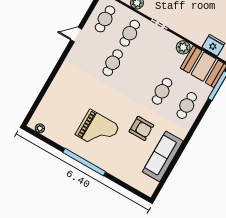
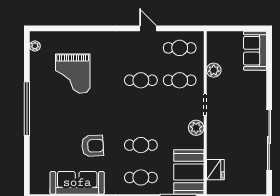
plant: (183, 47) -> (196, 128), moved
armchair: (141, 128) -> (93, 146), turned -93
grand piano: (97, 130) -> (73, 74), moved

